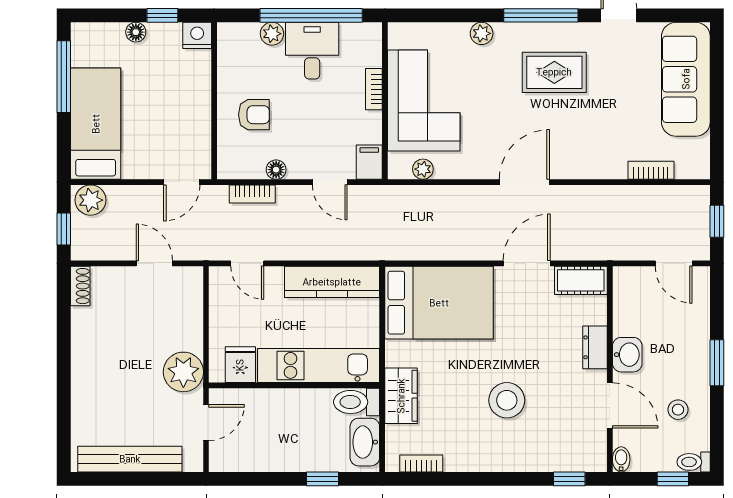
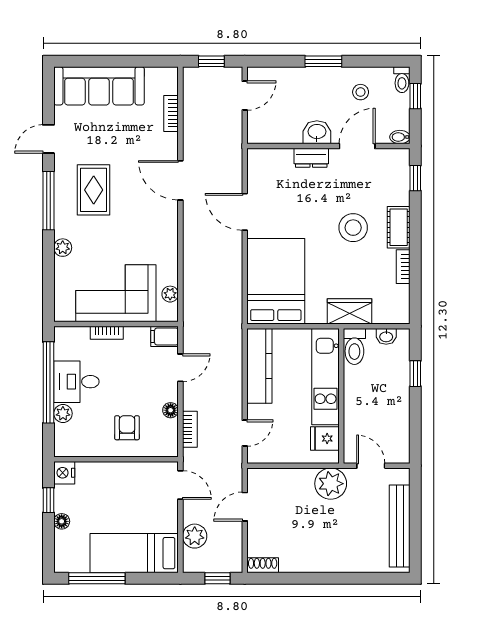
door: (524, 182) -> (180, 180), moved
plant: (91, 200) -> (195, 536), moved
cot: (581, 280) -> (399, 227), moved
washbasin: (365, 442) -> (386, 336), width x0.52, depth x0.69
bookcase: (421, 464) -> (403, 267), moved

